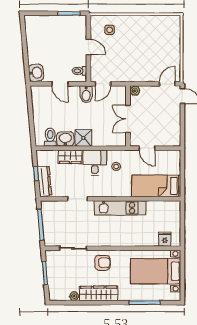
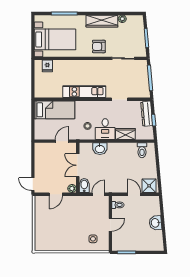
door: (88, 47) -> (110, 225), swing flipped
washbasin: (36, 73) -> (155, 223), moved
door: (167, 84) -> (56, 194), moved
bidet: (86, 94) -> (84, 186), moved
double door: (128, 119) -> (78, 165), swing flipped
shower: (83, 138) -> (149, 186), moved
washbasin: (65, 139) -> (100, 149), moved
door: (147, 148) -> (62, 141), hinge flipped

